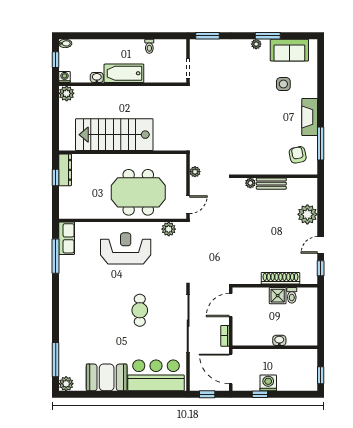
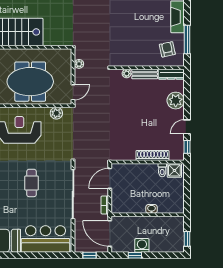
dresser: (302, 184) -> (171, 74), added
shower: (278, 296) -> (174, 170), moved

